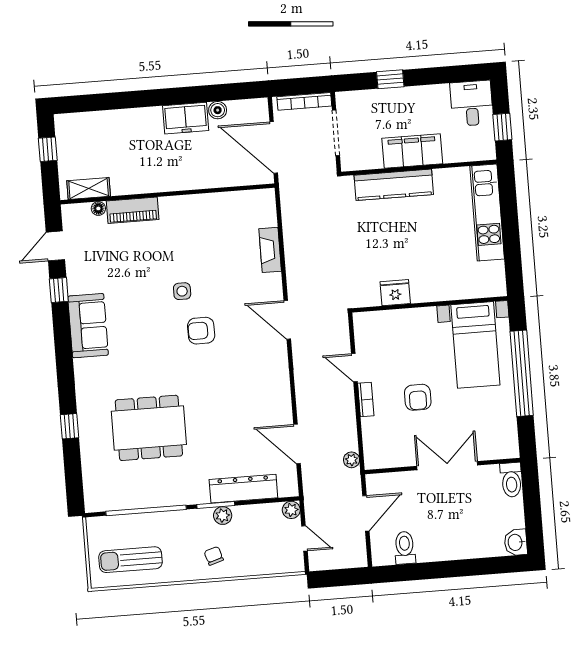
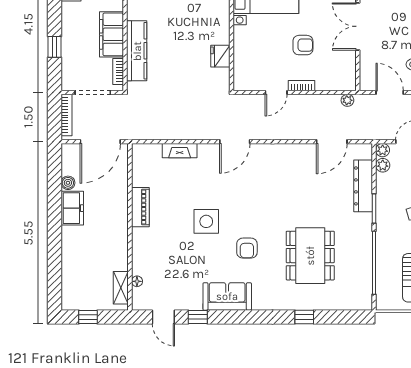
bookcase: (365, 163) -> (118, 72), added
piano: (133, 210) -> (140, 207), moved
side table: (182, 291) -> (206, 221), width x1.87, depth x1.87
armchair: (201, 331) -> (247, 248), moved
plant: (223, 516) -> (383, 165), moved

